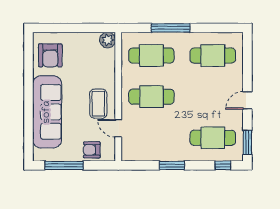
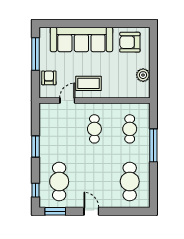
plant: (108, 40) -> (143, 75), moved
cafe table: (151, 56) -> (130, 129), width x0.73, depth x0.74
cafe table: (151, 97) -> (94, 129), width x0.73, depth x0.74

